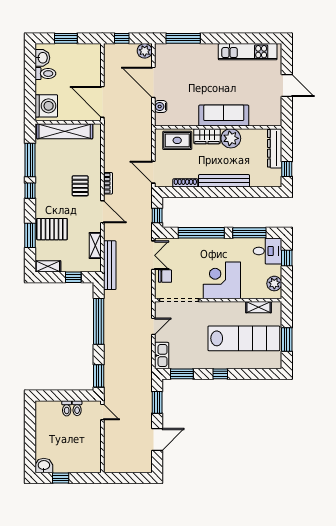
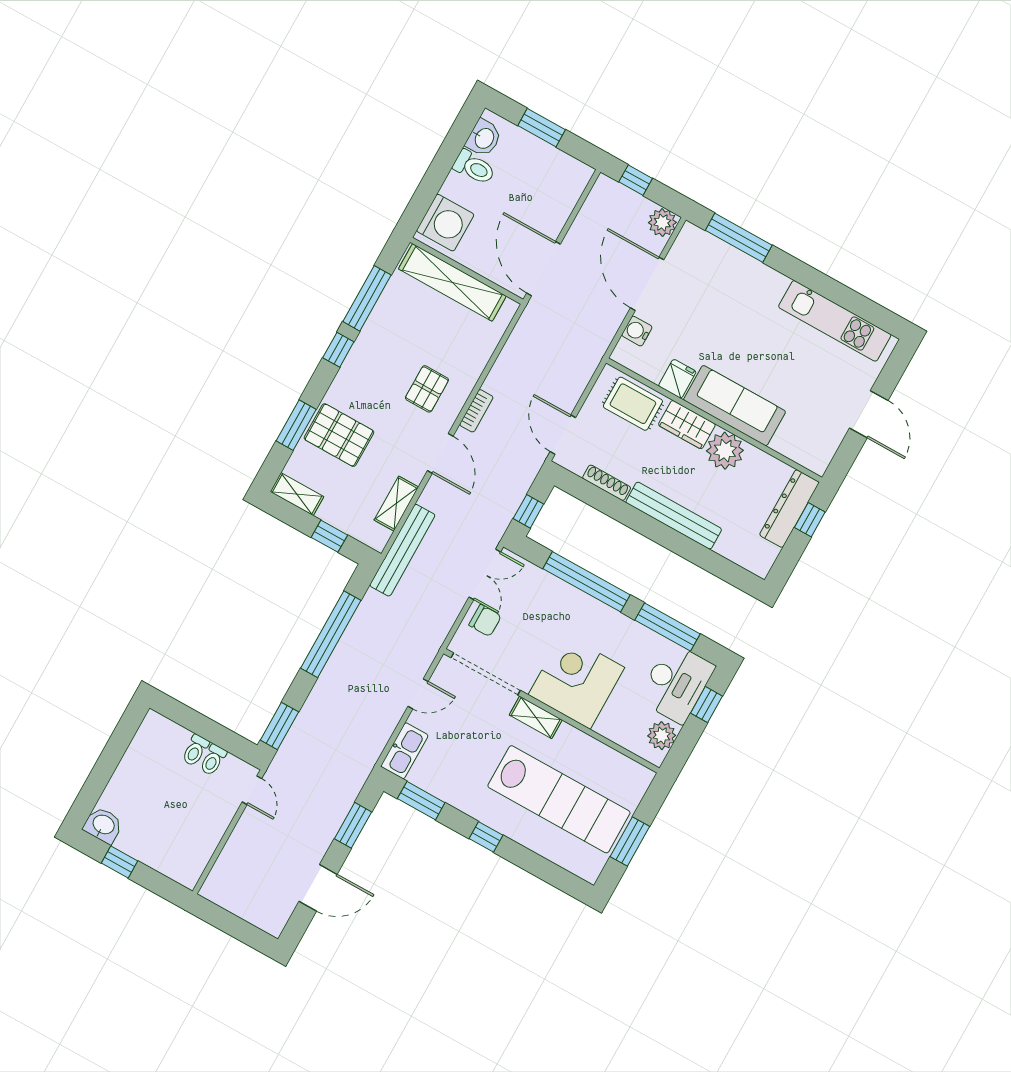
fridge: (191, 118) -> (677, 379), added
window: (287, 169) -> (810, 520), moved
desk: (268, 251) -> (676, 683), width x1.37
shelving: (258, 307) -> (536, 717), moved

